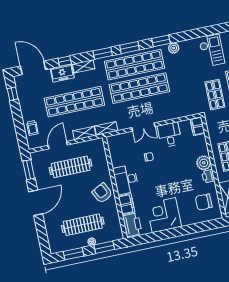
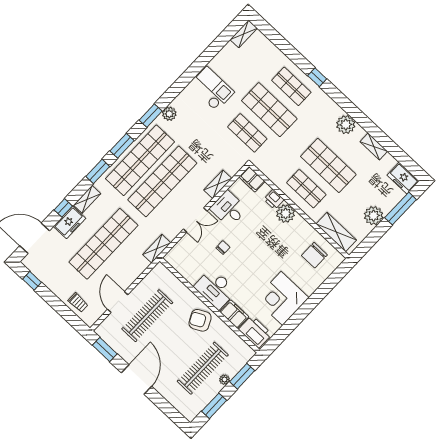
shelving: (84, 133) -> (218, 184), moved
printer: (208, 176) -> (274, 199), moved

